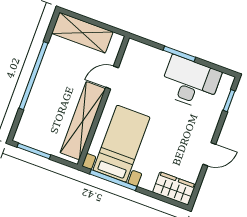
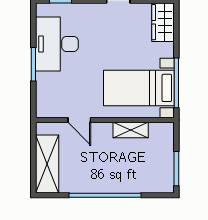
shelving: (83, 121) -> (131, 130), width x0.45, depth x0.75

